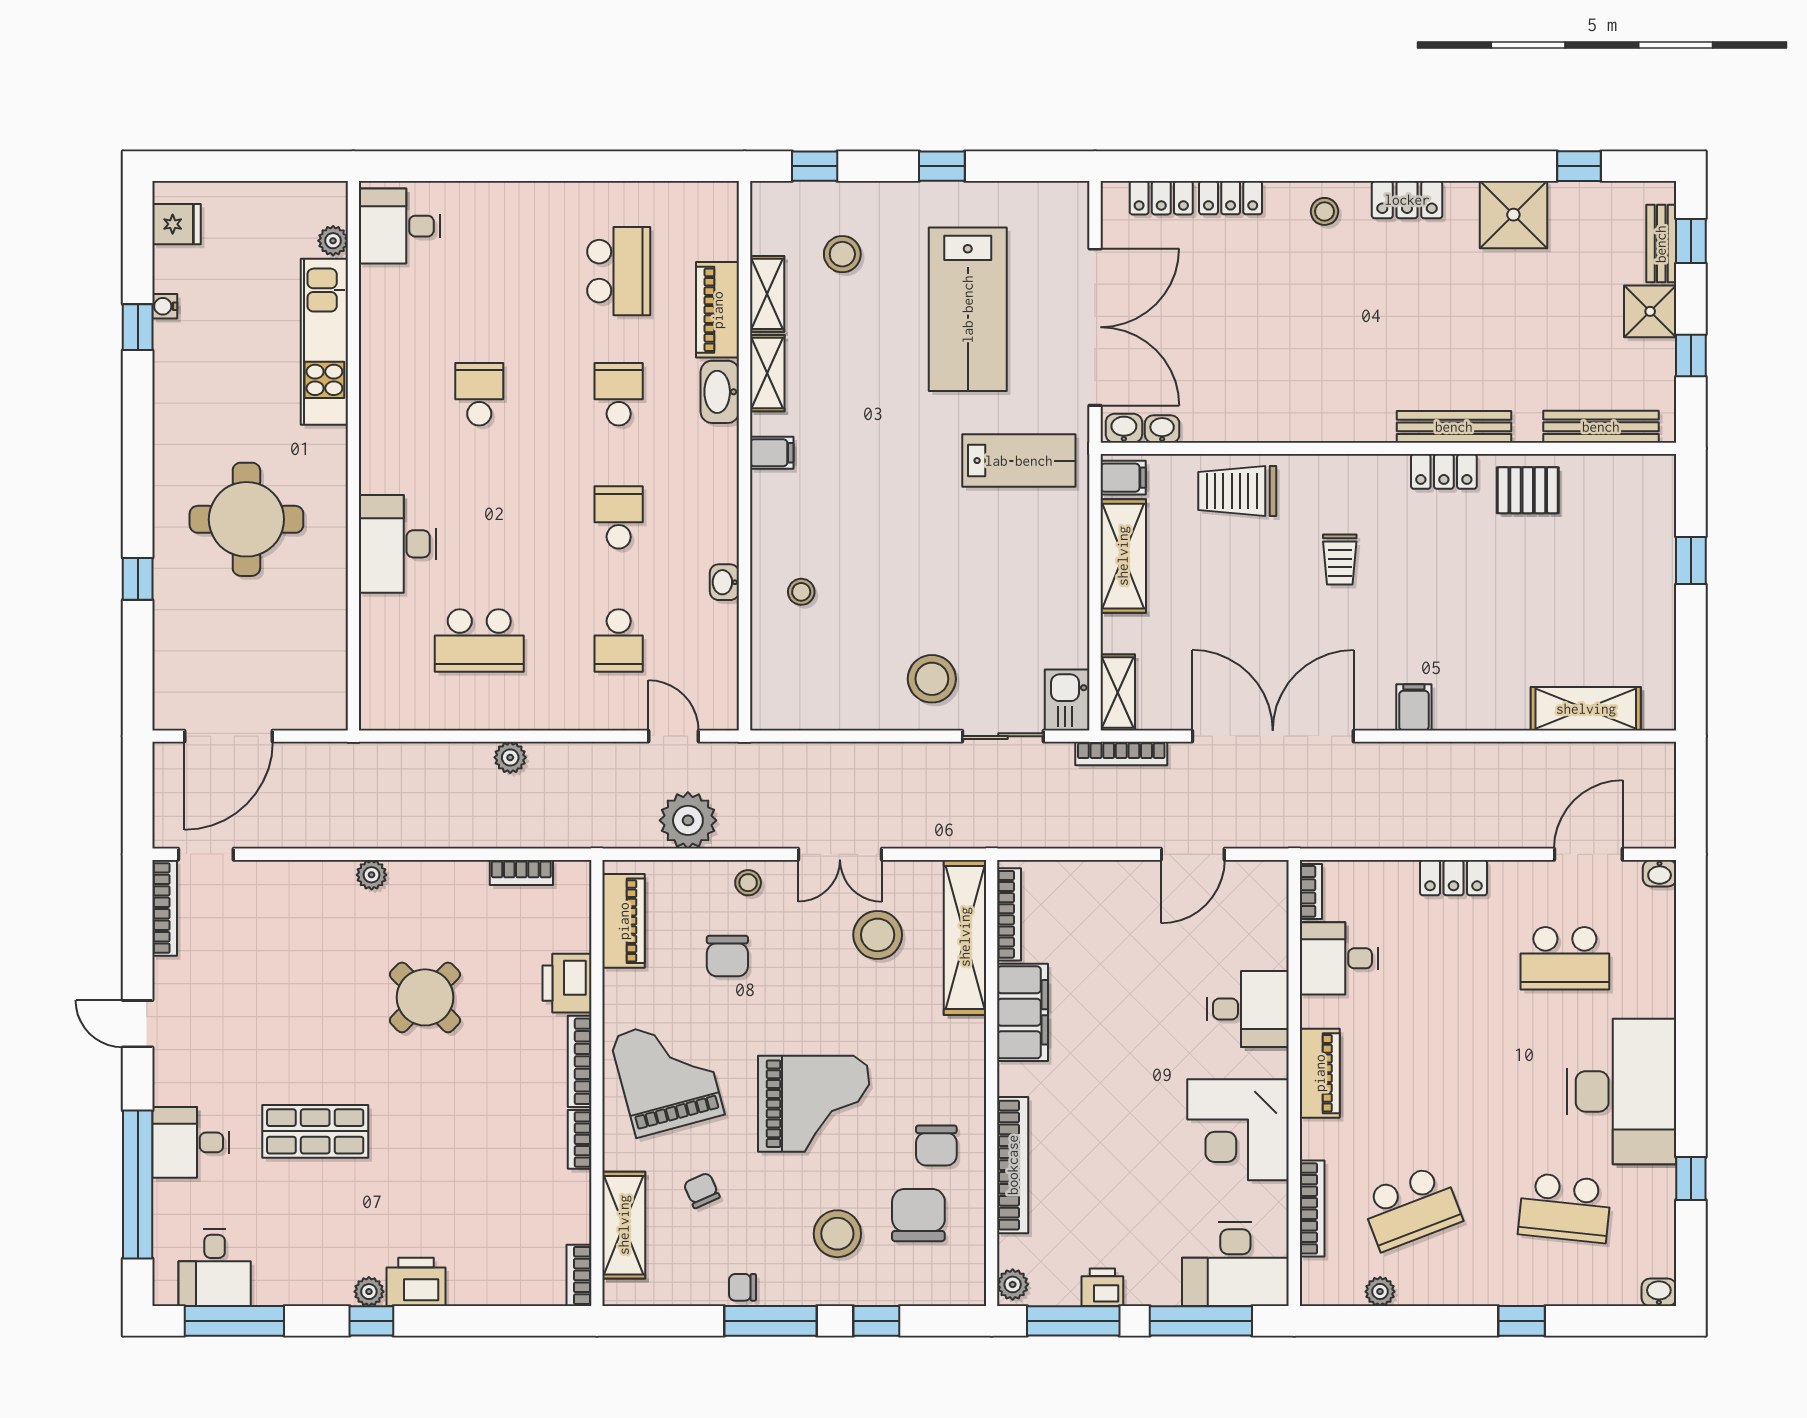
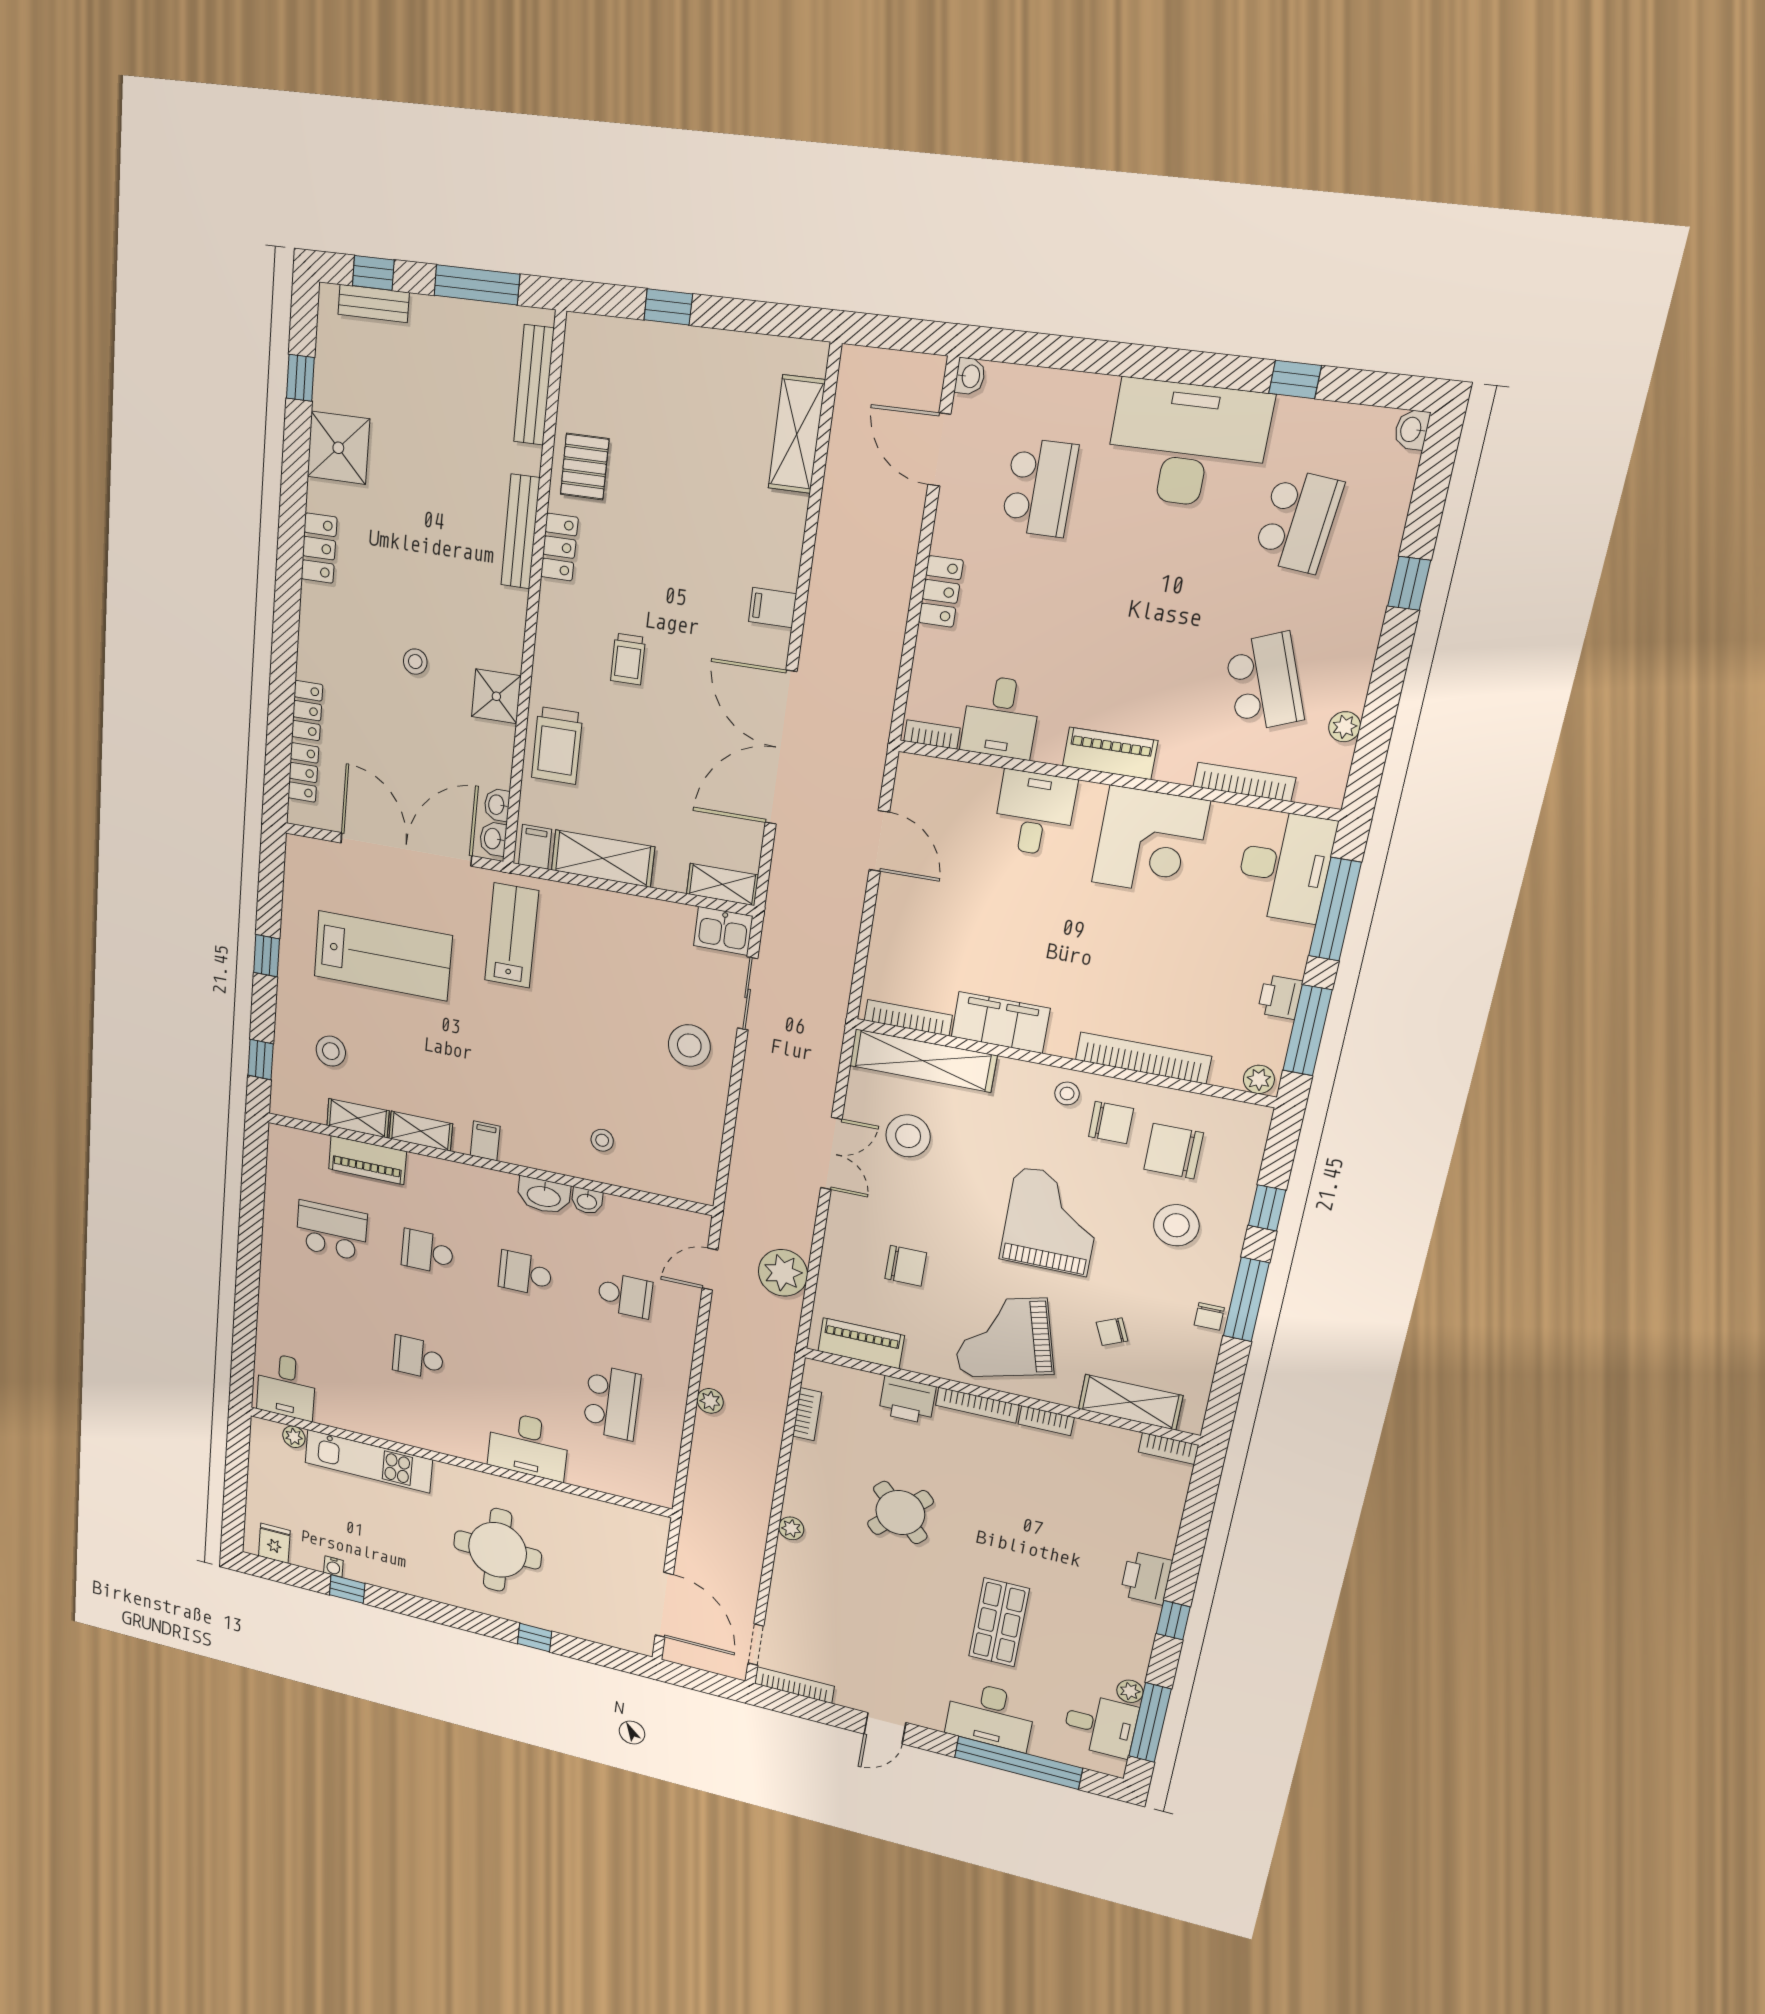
stool: (1325, 211) -> (415, 662), moved
shower: (1650, 311) -> (496, 696), moved
window: (1691, 355) -> (477, 285), width x2.17
washbasin: (720, 392) -> (544, 1196), moved
trolley: (1340, 559) -> (628, 659), turned 90
bookcase: (1121, 754) -> (777, 891), removed
stool: (748, 883) -> (1067, 1094), moved
desk: (191, 1142) -> (990, 1716), width x1.37
plant: (369, 1292) -> (1130, 1691), moved

